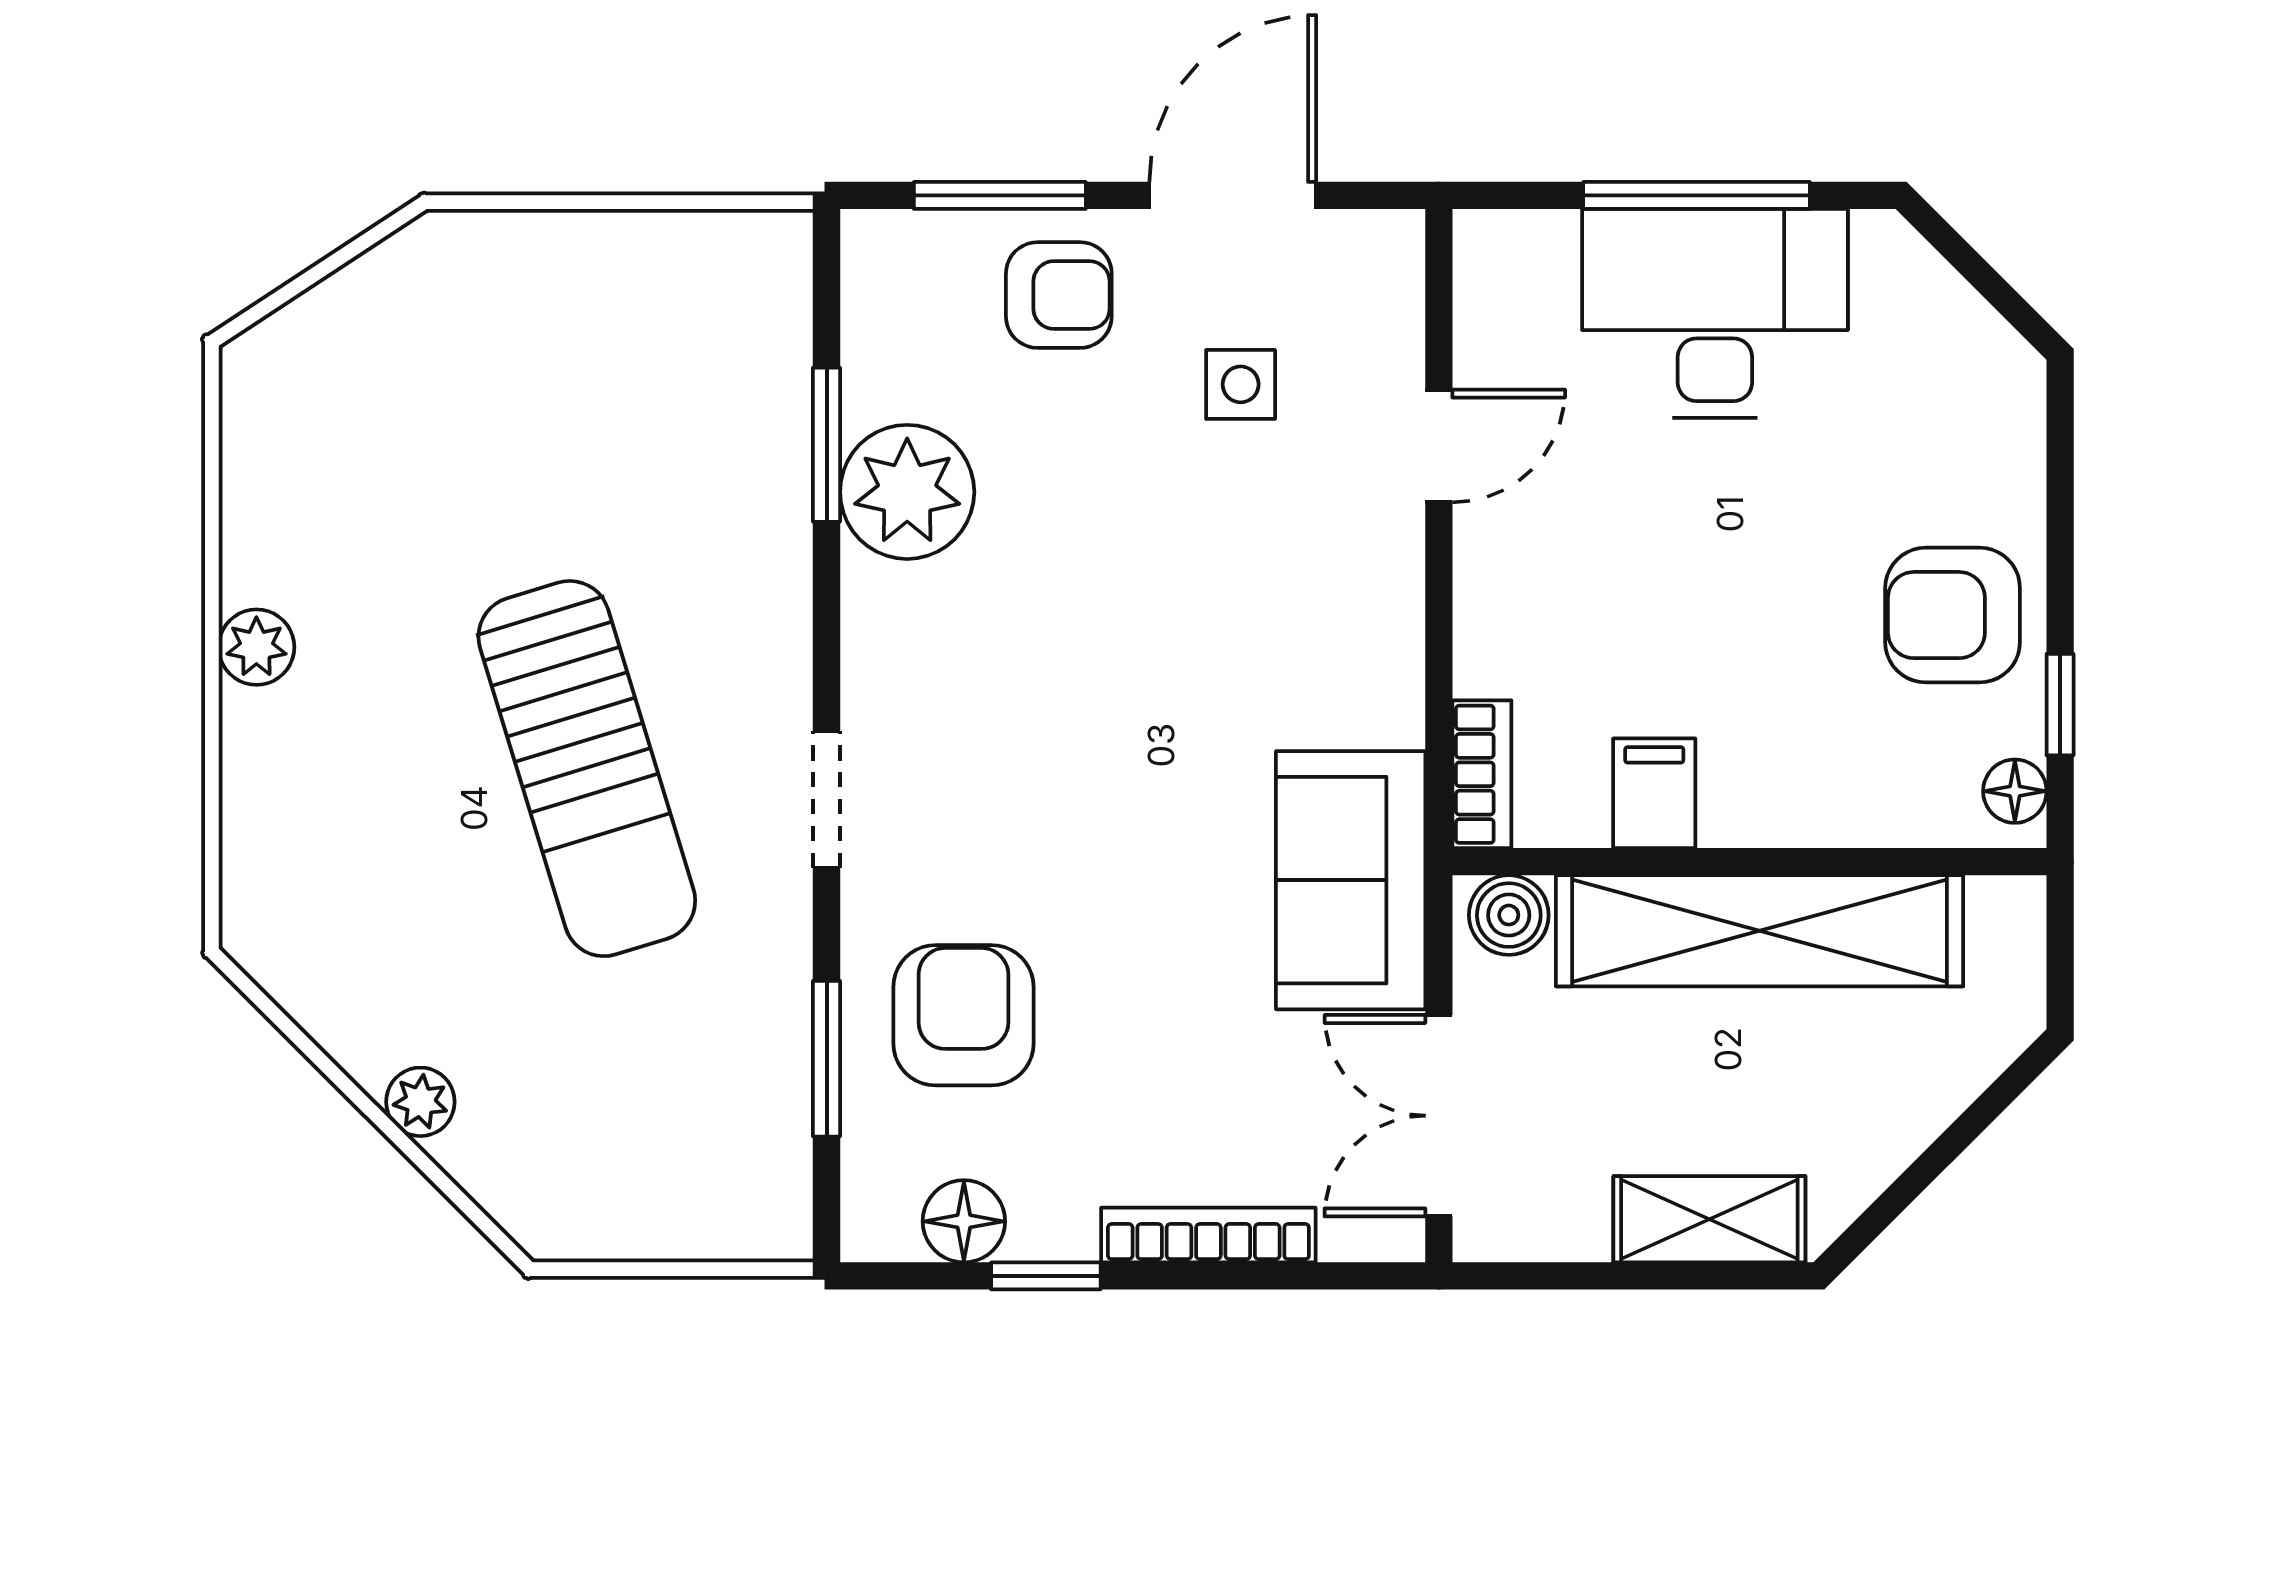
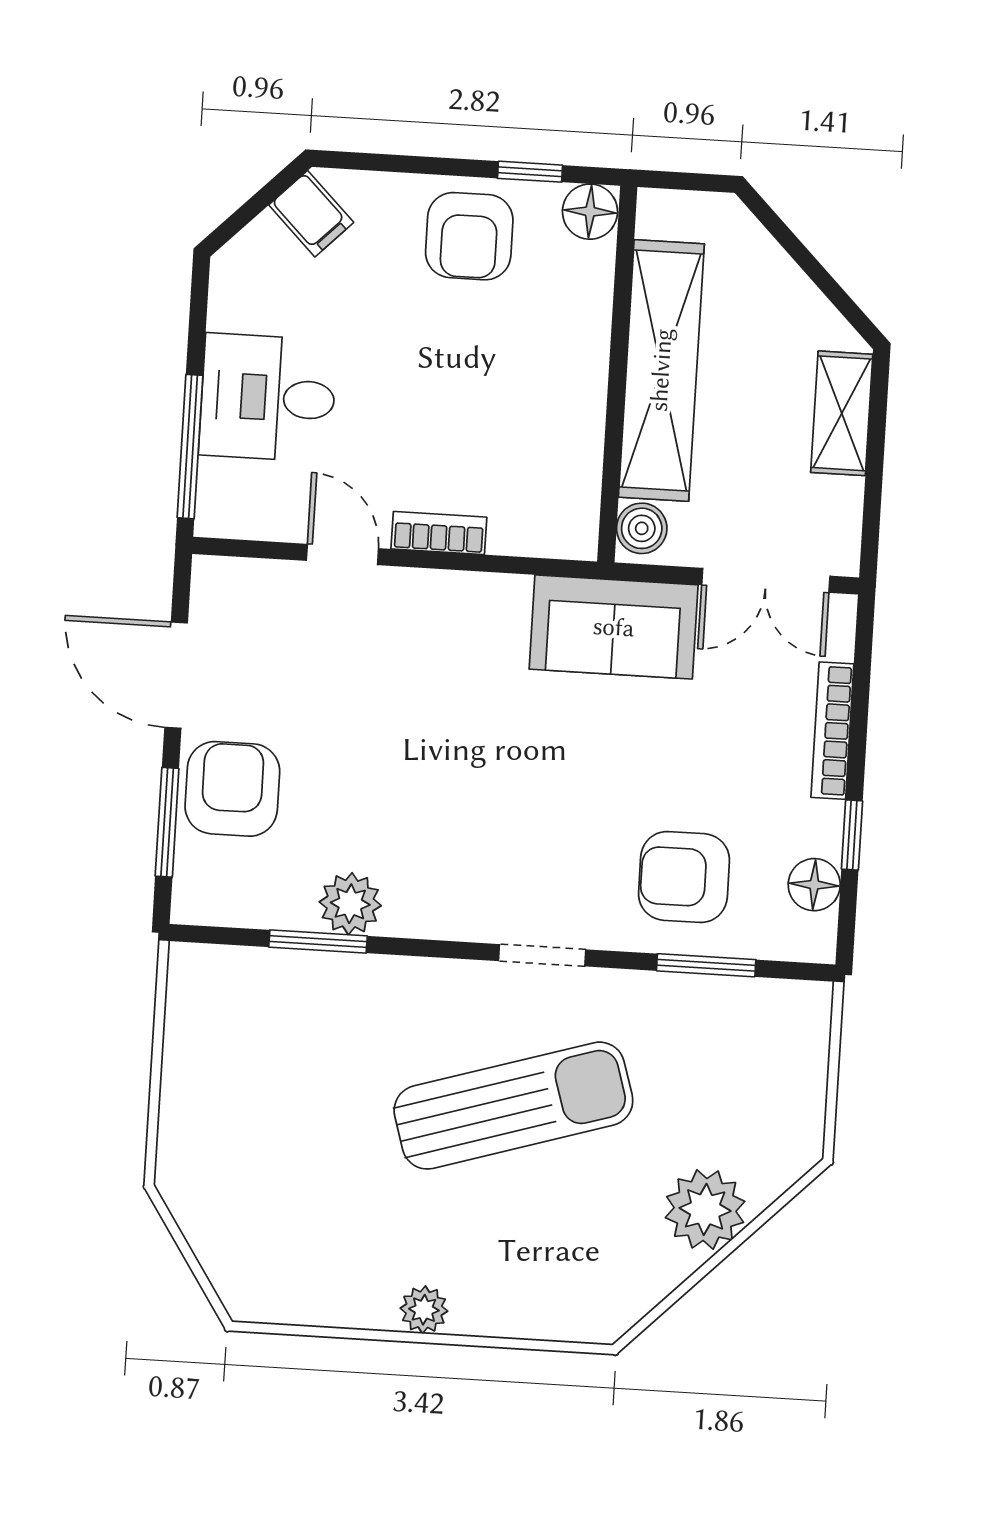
window: (1697, 195) -> (190, 447), moved
armchair: (1059, 295) -> (232, 789), width x1.38, depth x1.38
desk: (1715, 313) -> (268, 398), width x0.73
side table: (1241, 384) -> (296, 677), removed
plant: (907, 492) -> (350, 904), width x0.73, depth x0.73
bookcase: (1482, 774) -> (439, 533), moved
floor lamp: (2015, 791) -> (590, 212), width x1.37, depth x1.37
filing cabinet: (1654, 793) -> (311, 214), moved, turned -135
plant: (420, 1102) -> (705, 1209), width x1.87, depth x1.87

